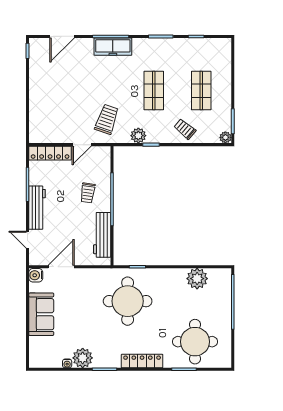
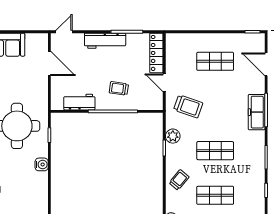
shop shelf: (59, 91) -> (215, 61), added
workbench: (102, 235) -> (79, 102), width x0.73
door: (27, 240) -> (64, 32), moved
water cooler: (36, 275) -> (42, 164), moved, turned 90
plant: (197, 279) -> (38, 191), removed

